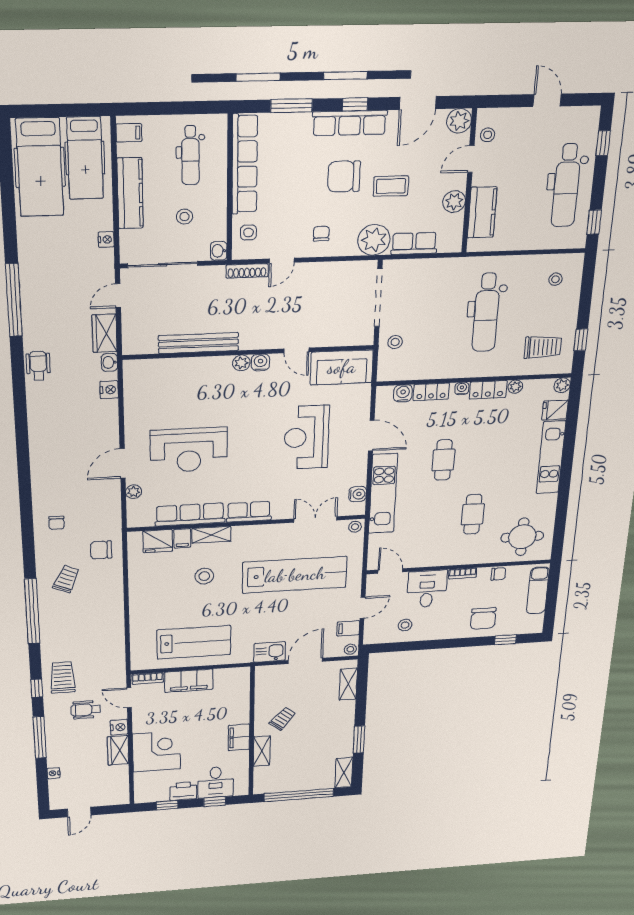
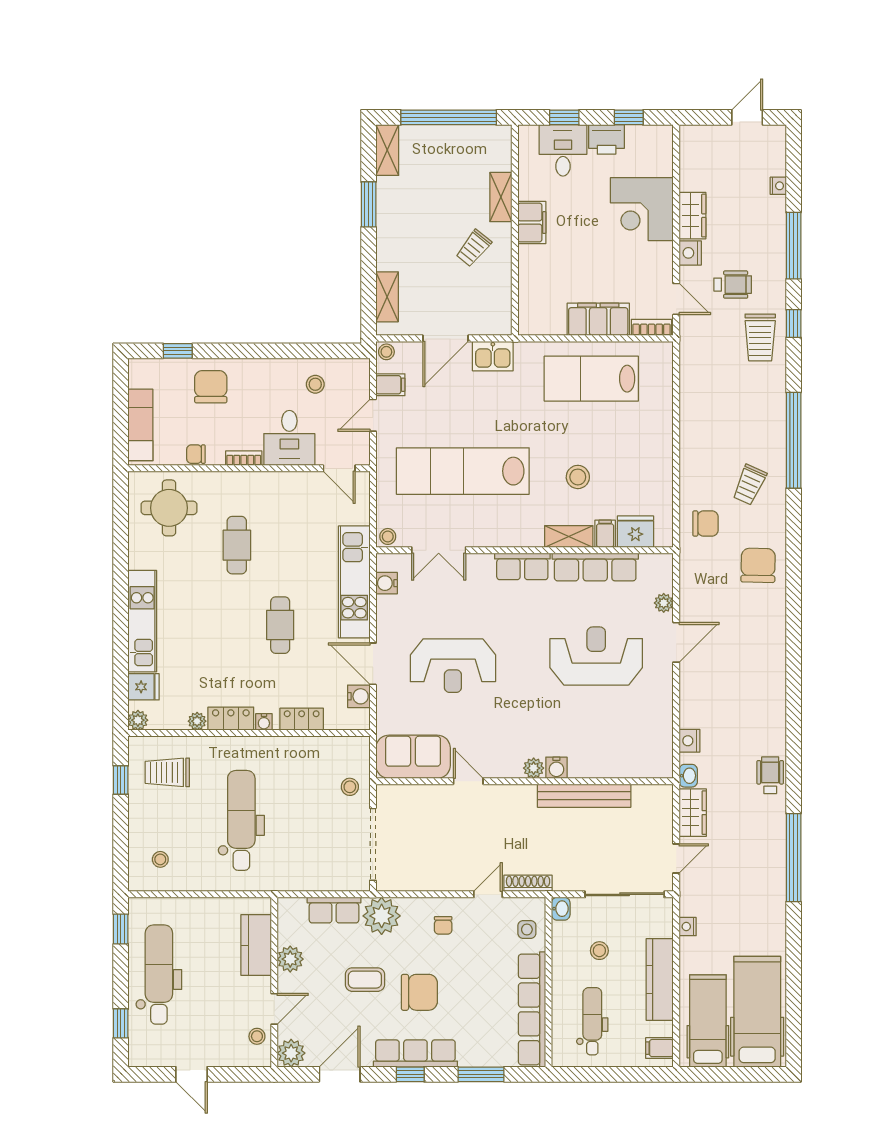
water cooler: (260, 362) -> (556, 768), moved
wheelchair: (38, 366) -> (770, 775), turned 180
water cooler: (403, 393) -> (359, 696), moved, turned -90
reception desk: (307, 437) -> (453, 666), turned 90
chair: (57, 523) -> (758, 565), width x1.87, depth x1.87

